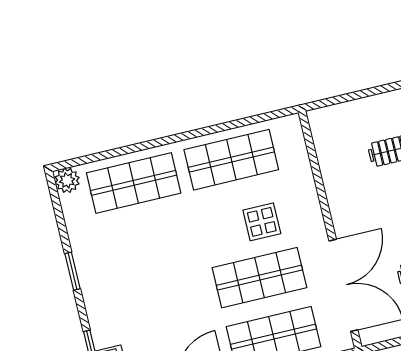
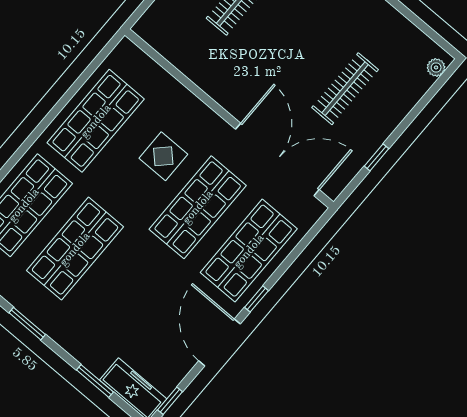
shop shelf: (148, 242) -> (75, 249), added

